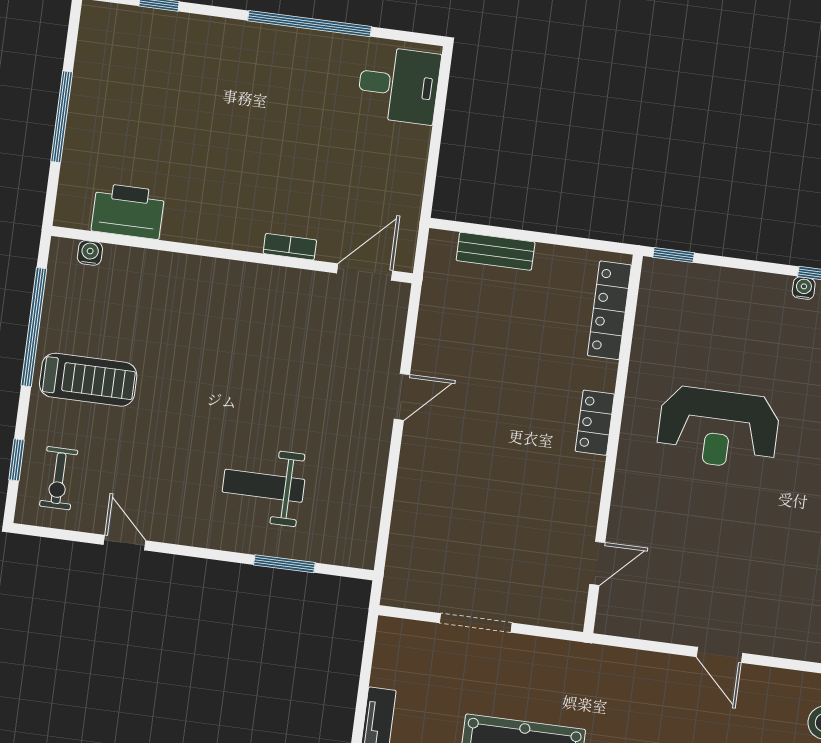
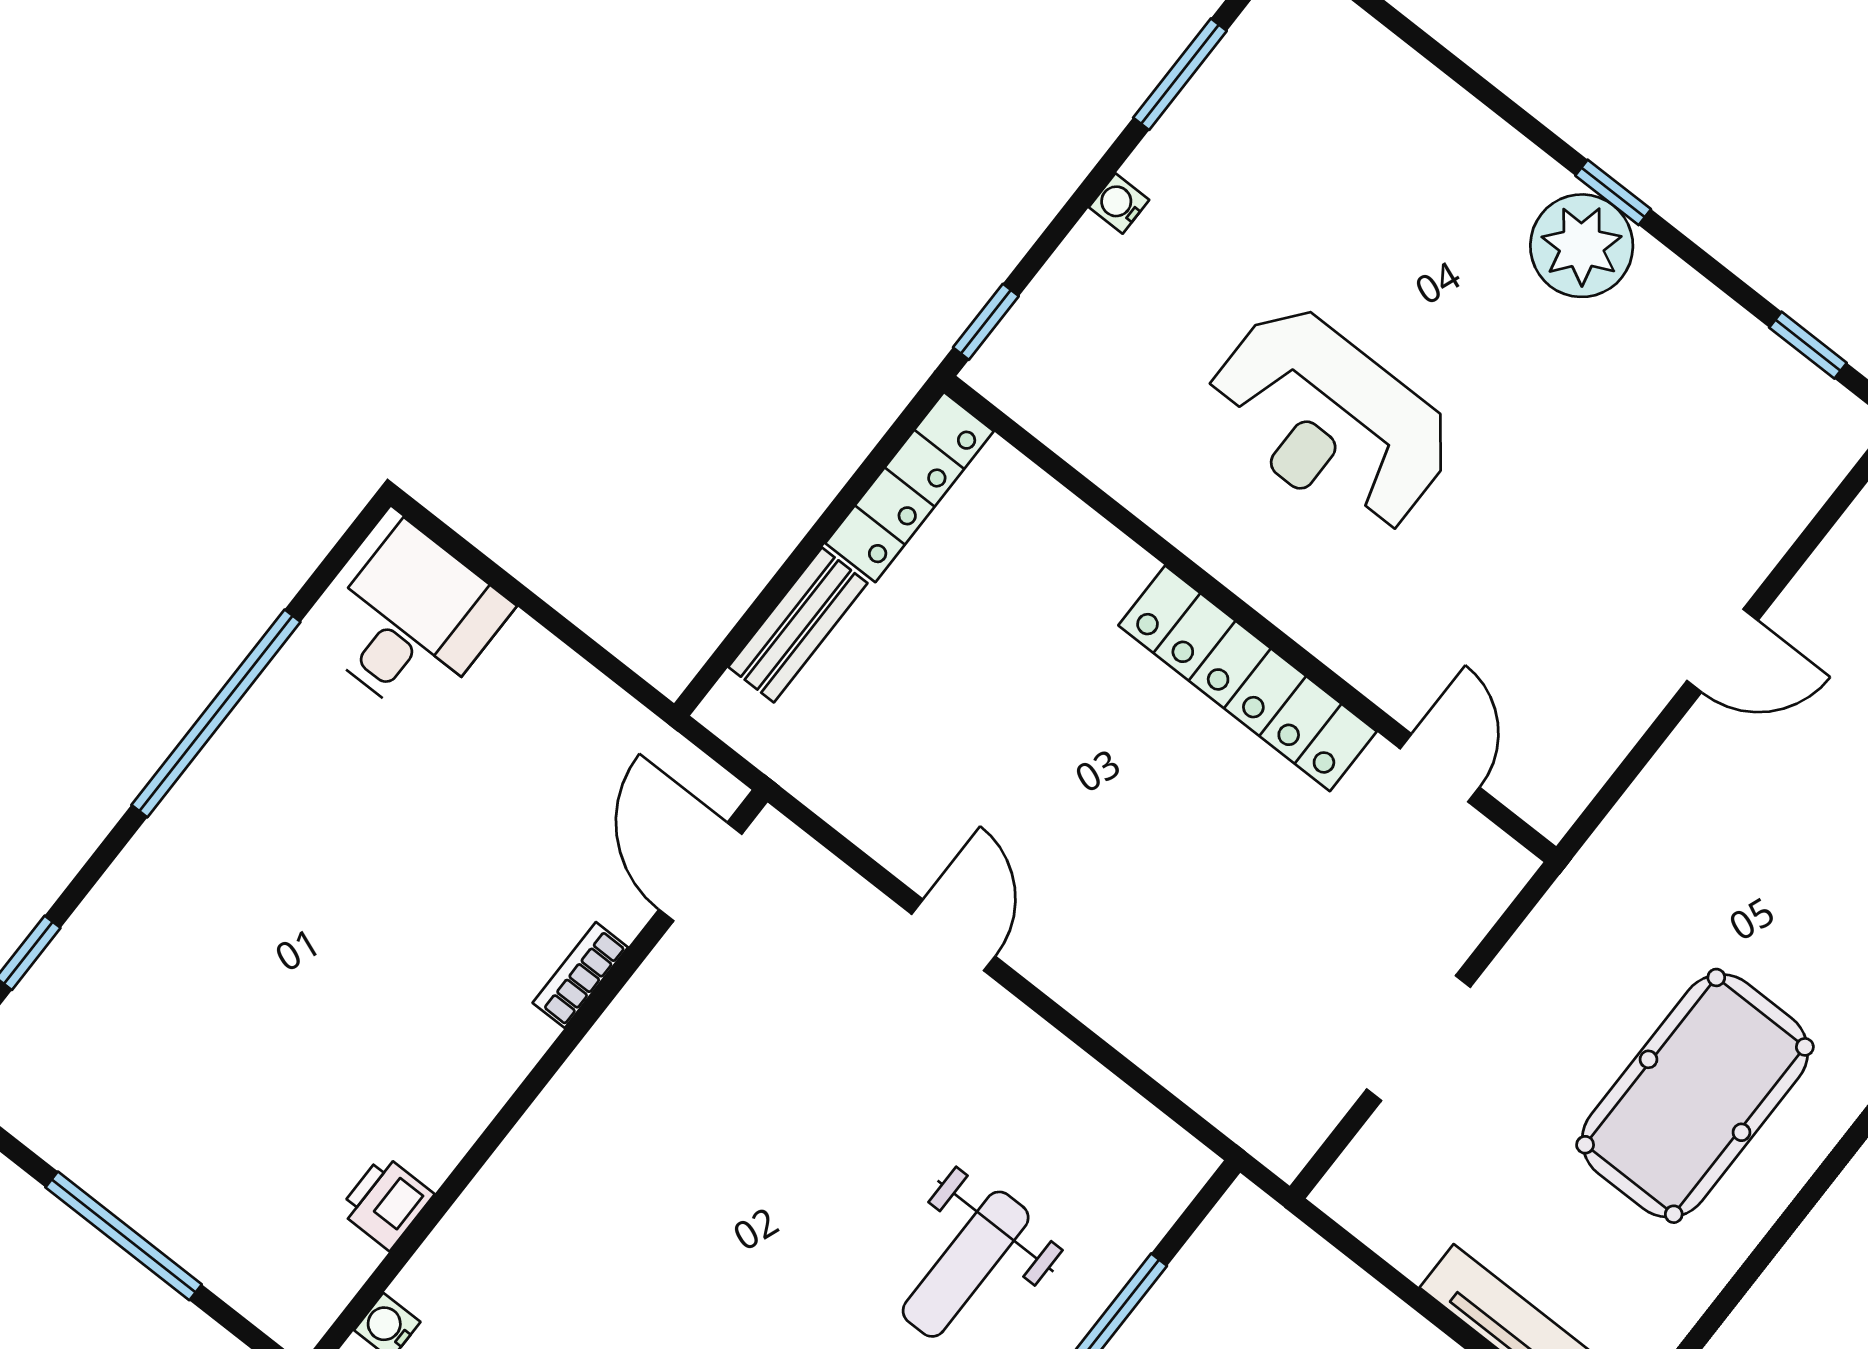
printer: (128, 211) -> (386, 1202), width x0.53, depth x0.68
water cooler: (804, 288) -> (1119, 203), moved
locker: (609, 310) -> (910, 487), moved, turned -90
locker: (595, 423) -> (1247, 678), width x2.16, depth x1.21
reception desk: (718, 428) -> (1330, 421), turned 90

